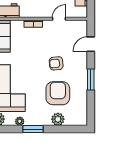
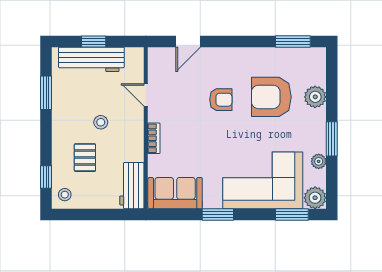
door: (91, 44) -> (188, 41), hinge flipped
armchair: (56, 63) -> (221, 100), turned -84
window: (91, 79) -> (293, 41), moved

